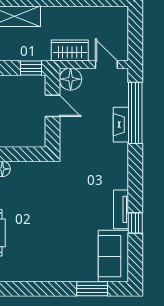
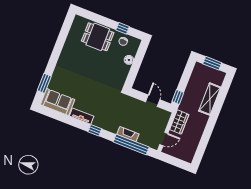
floor lamp: (71, 79) -> (163, 116), removed
door: (52, 106) -> (153, 101), swing flipped
window: (135, 223) -> (95, 130), moved

